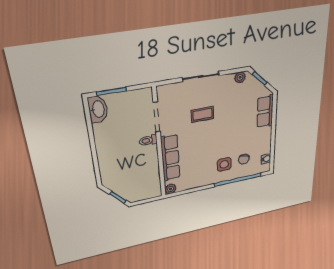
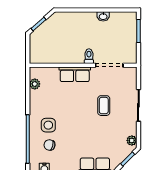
washbasin: (98, 109) -> (103, 16), moved, width x0.52, depth x0.69
row of seats: (170, 158) -> (75, 74), width x0.68
plant: (171, 189) -> (35, 84), moved

